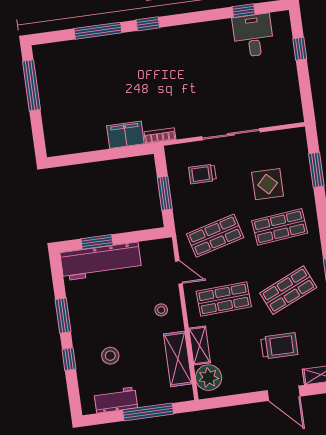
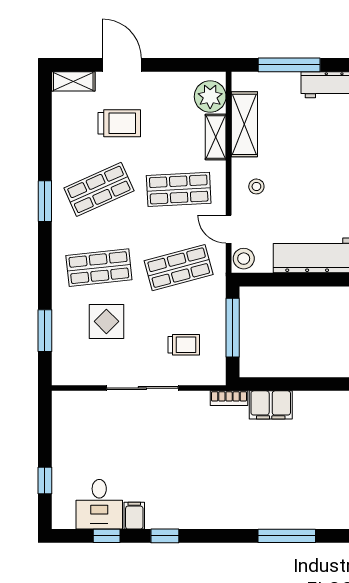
window: (148, 24) -> (165, 536), moved
filing cabinet: (224, 30) -> (134, 516), added
window: (165, 193) -> (233, 328), width x1.44
window: (97, 242) -> (323, 280), removed
trolley: (279, 346) -> (119, 123), turned 180
stool: (110, 356) -> (244, 259), moved

